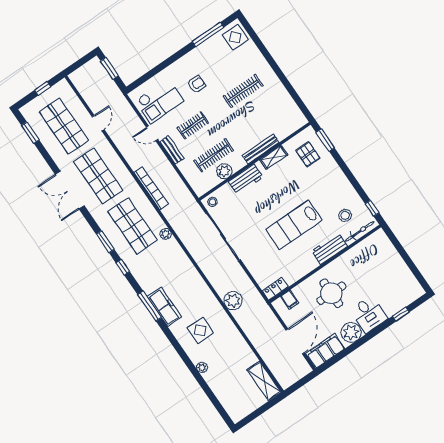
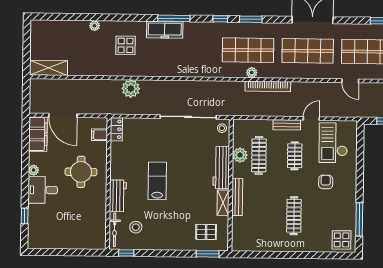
armchair: (196, 84) -> (326, 182), turned 180
workbench: (246, 179) -> (221, 168), width x1.38
lab bench: (294, 225) -> (157, 181), width x0.73, depth x0.72
plant: (166, 234) -> (252, 73), moved
plant: (351, 332) -> (34, 170), width x0.53, depth x0.53

